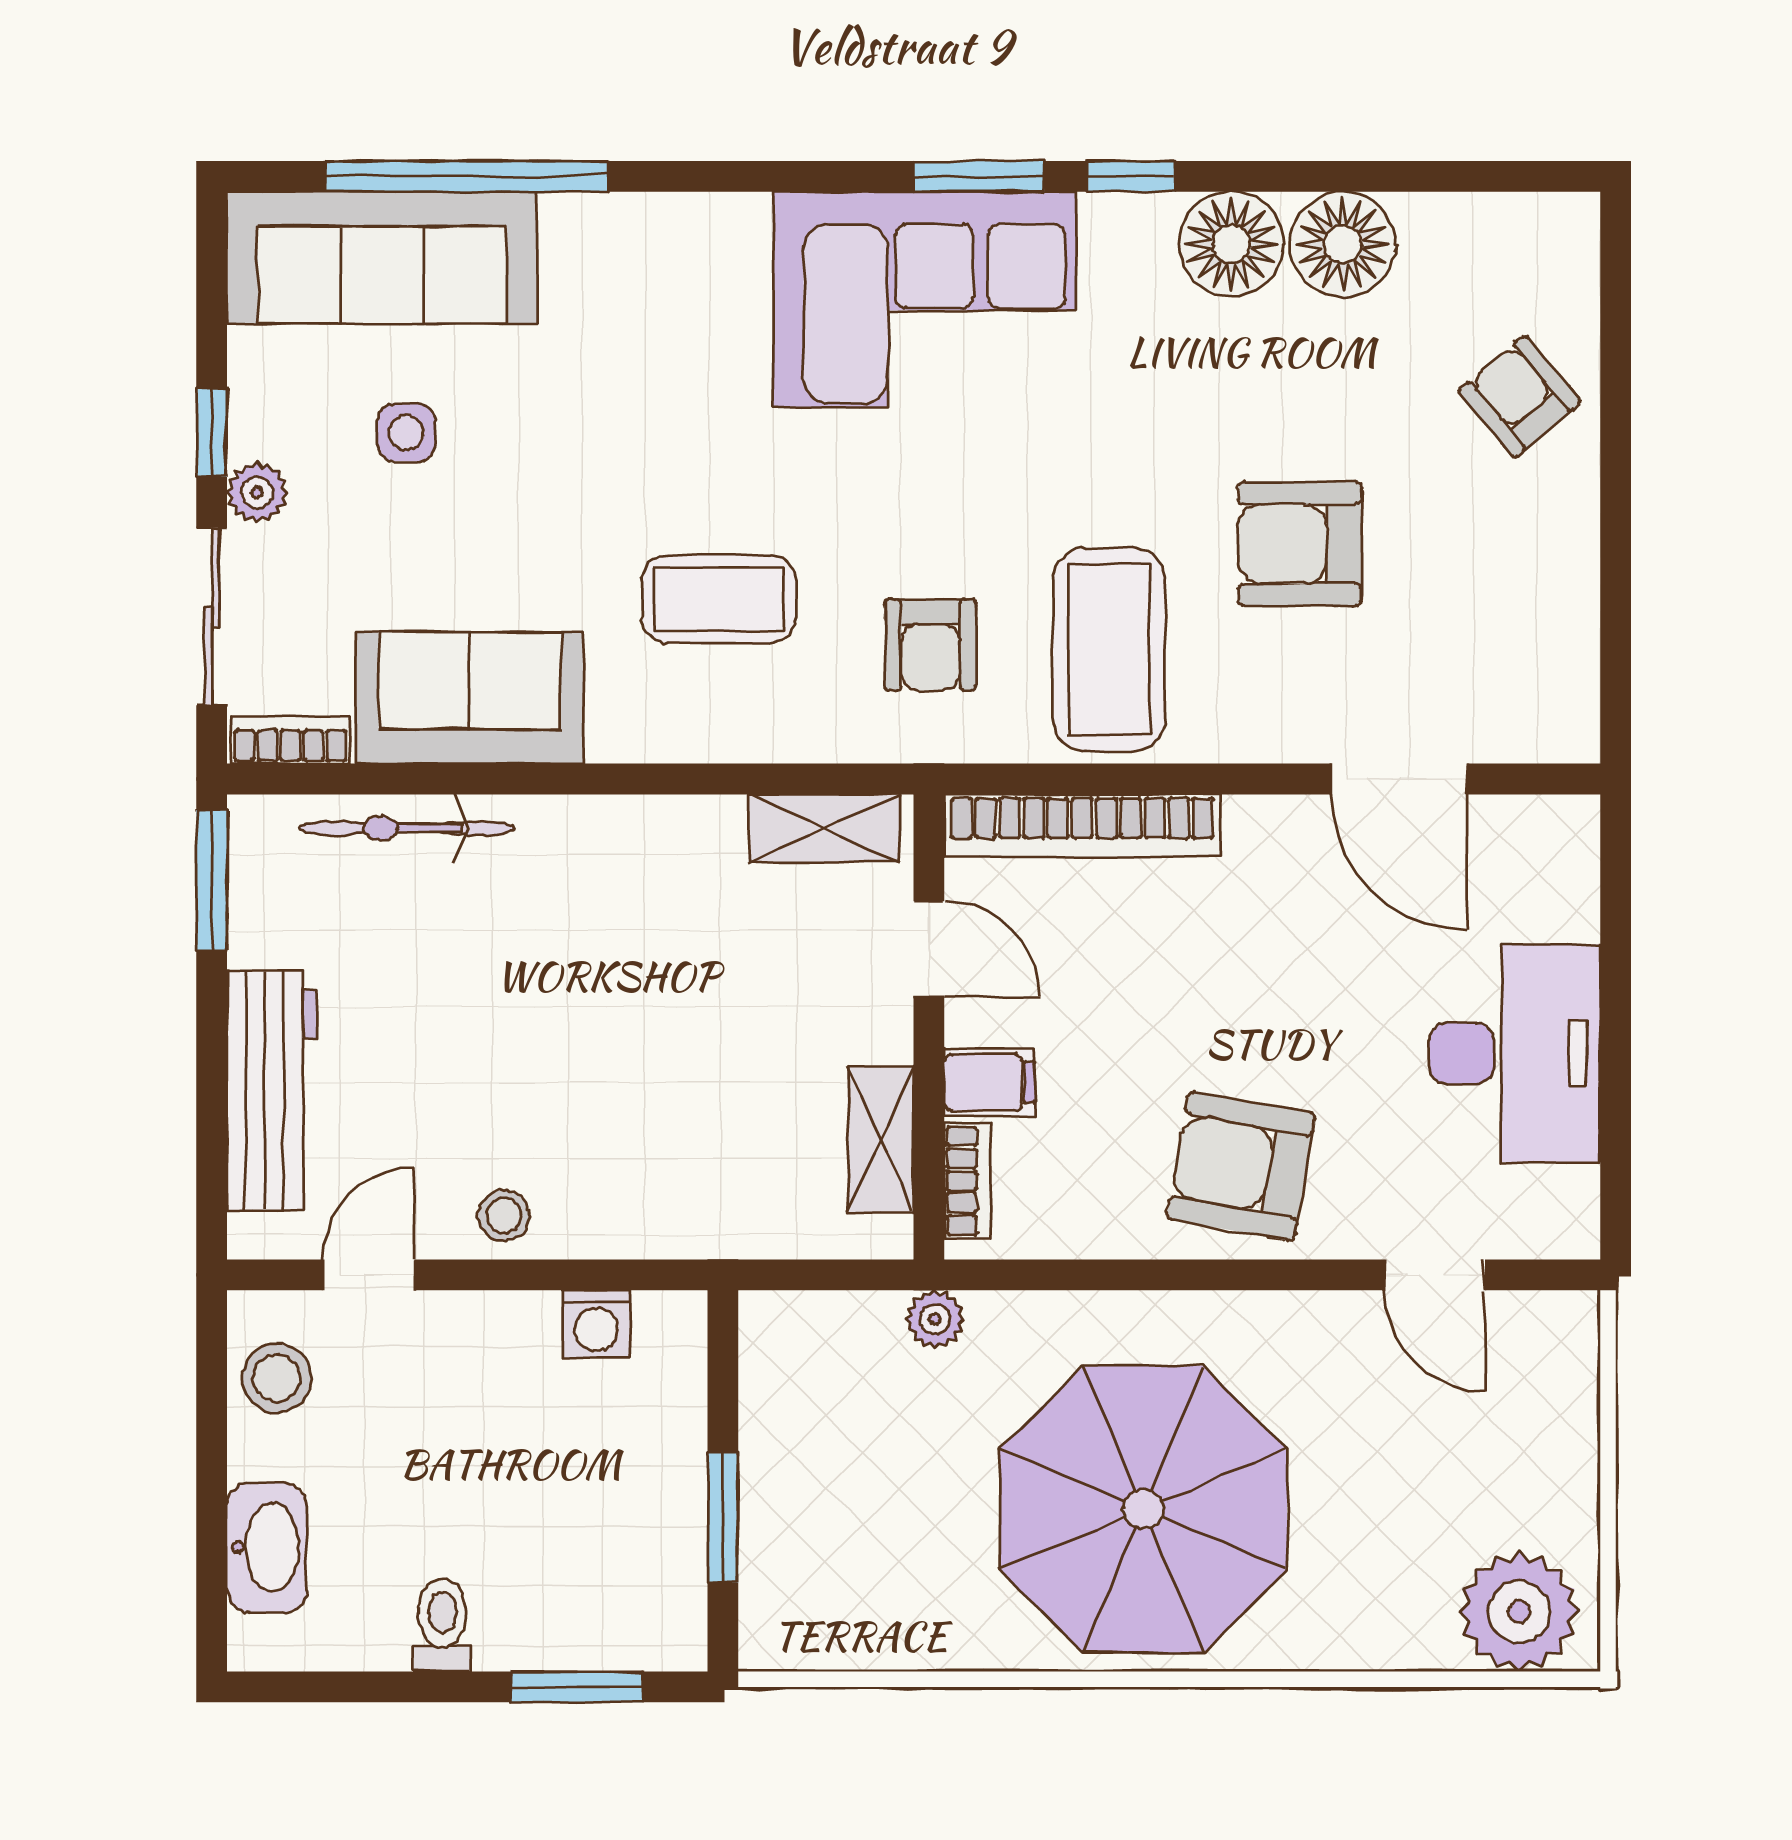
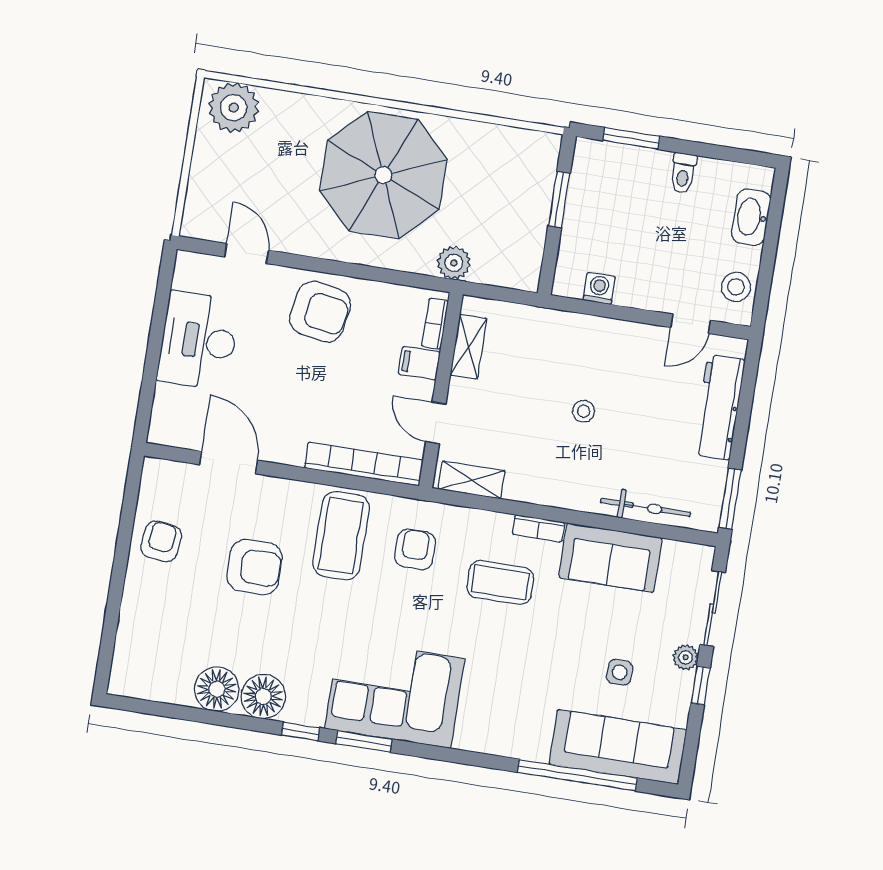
armchair: (1520, 396) -> (161, 541), moved, turned -133
bookcase: (290, 740) -> (538, 528), moved
stool: (504, 1215) -> (584, 411), moved
plant: (935, 1319) -> (454, 263), width x1.38, depth x1.38

